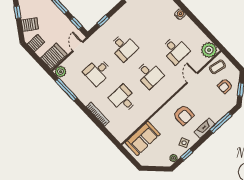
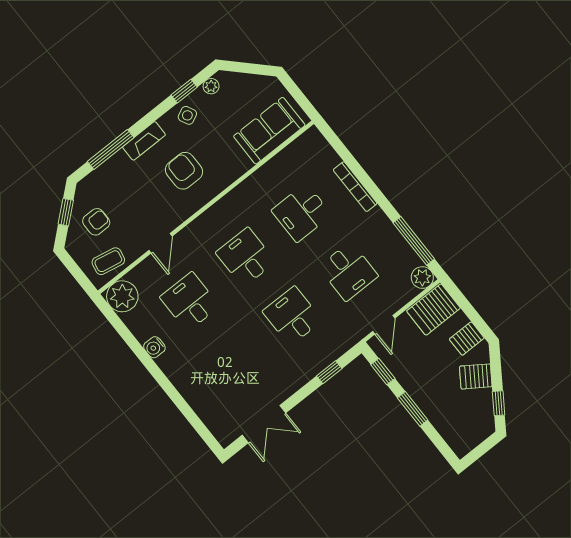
water cooler: (180, 14) -> (154, 347), moved
desk: (98, 72) -> (348, 271), turned 90
desk: (123, 99) -> (302, 213), turned 90

